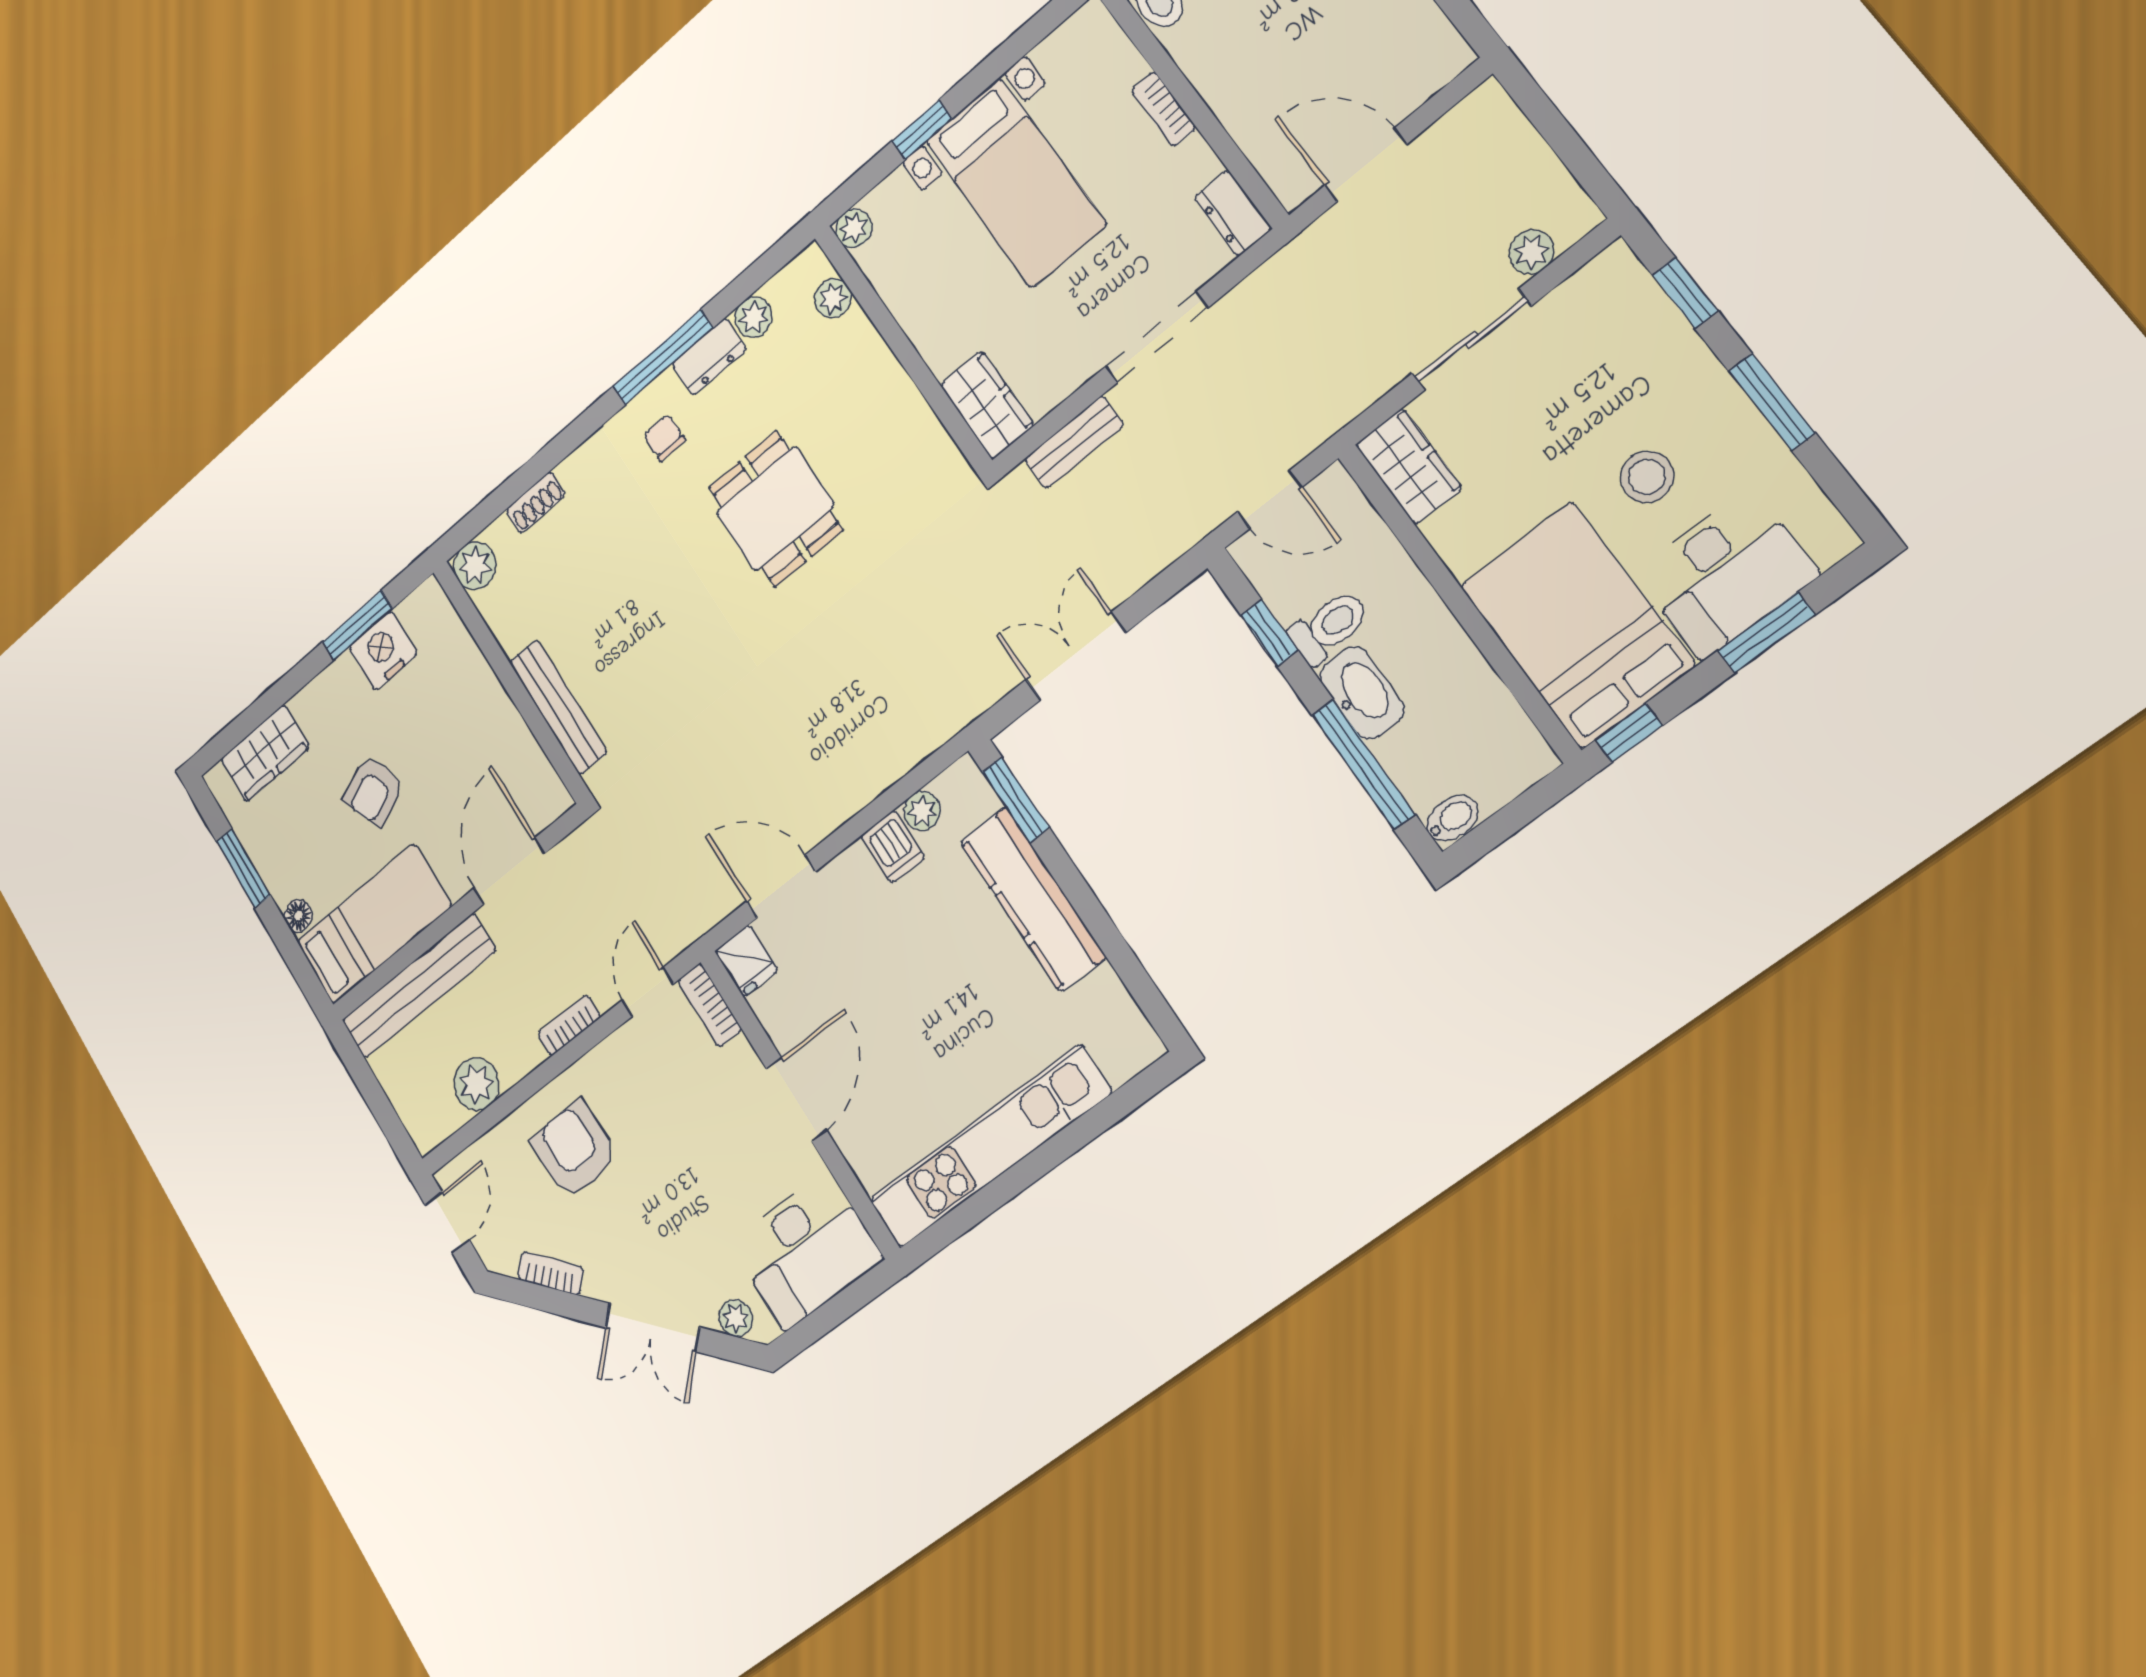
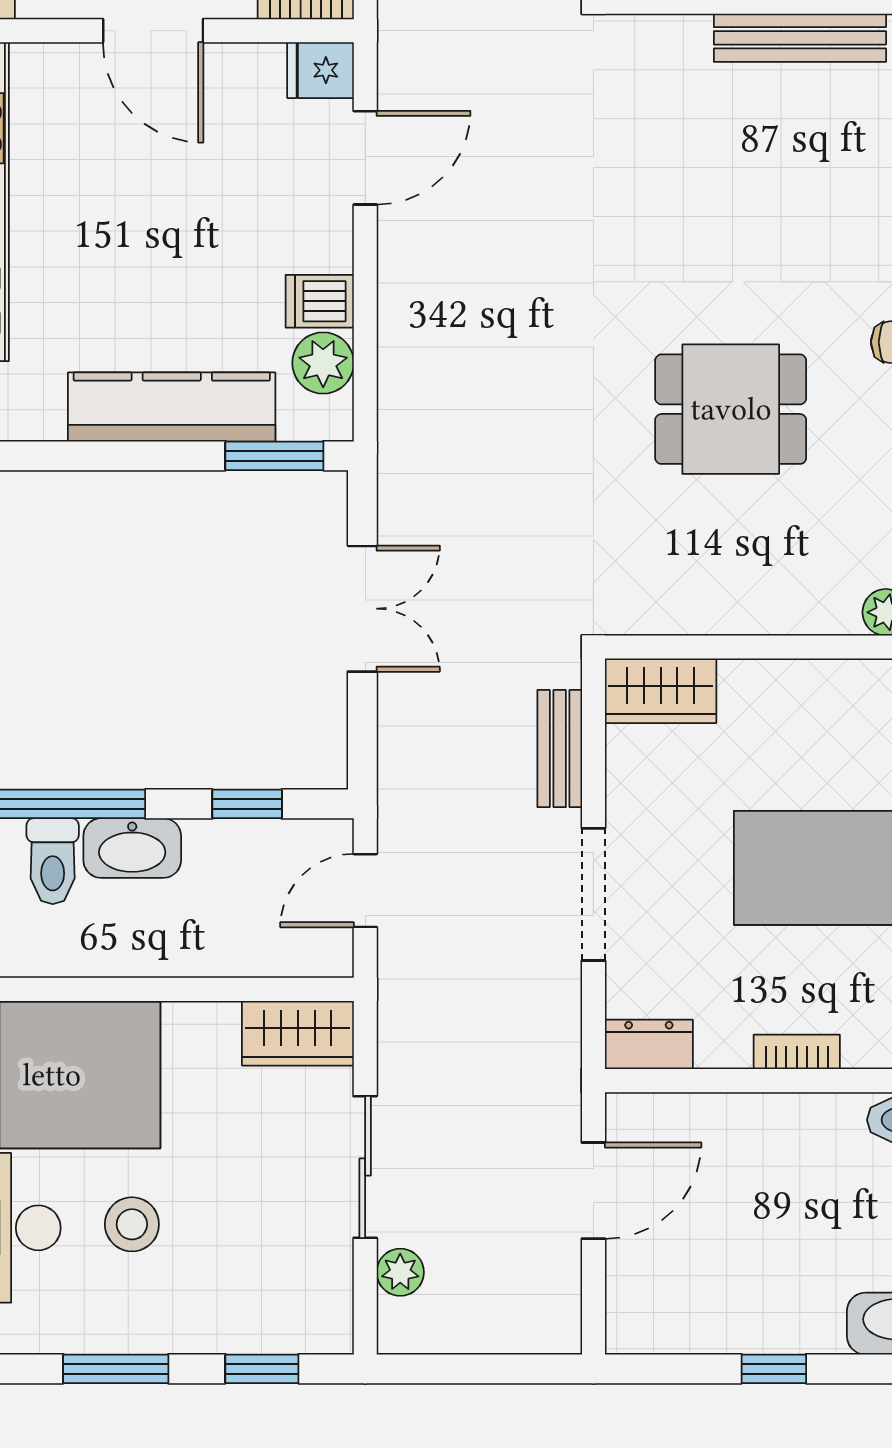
toilet: (1329, 627) -> (53, 861), moved
bench: (558, 707) -> (800, 38), moved
plant: (922, 811) -> (323, 363), width x1.38, depth x1.38

